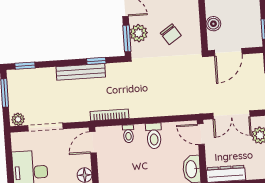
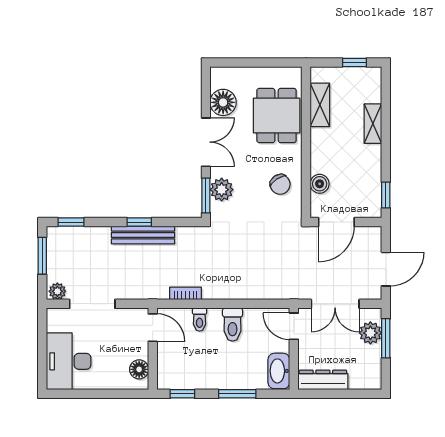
chair: (171, 34) -> (280, 184), moved
window: (96, 61) -> (139, 222), moved
bookcase: (109, 115) -> (186, 293), width x0.64
door: (93, 142) -> (153, 328), swing flipped

